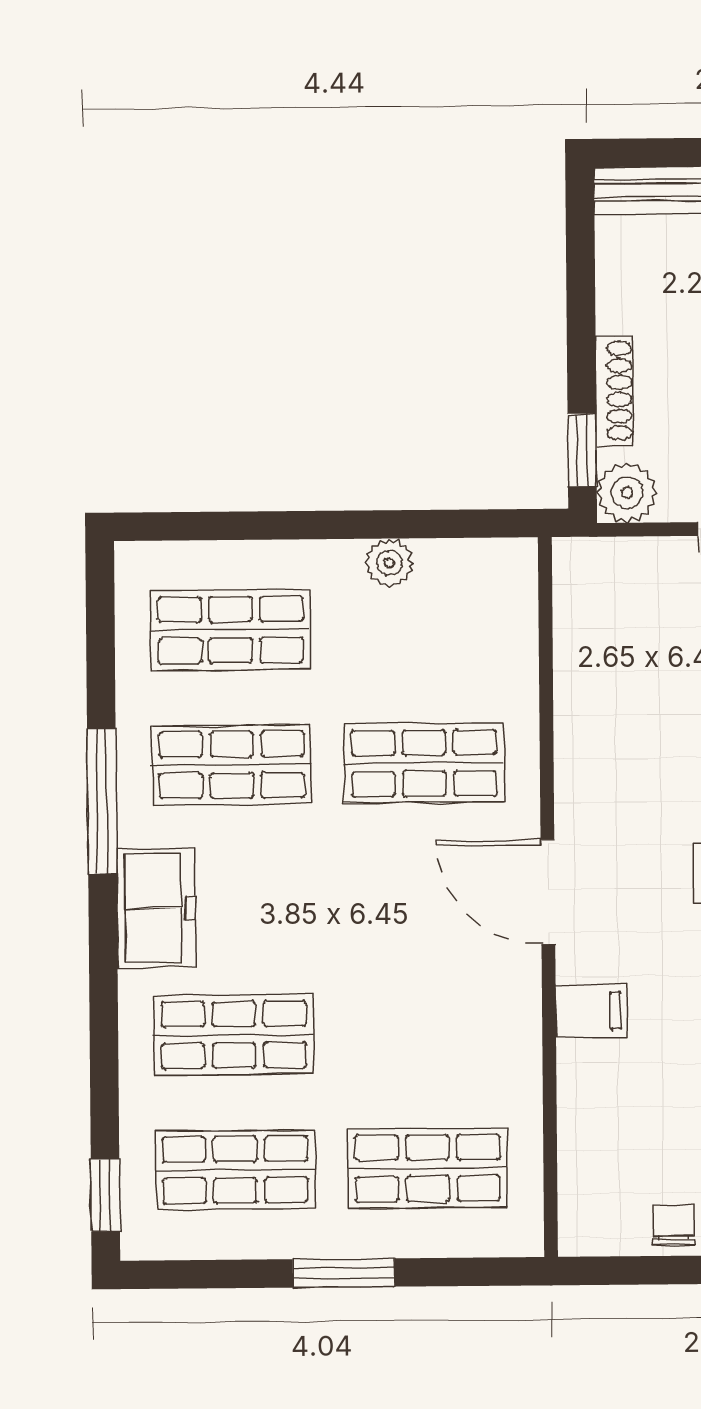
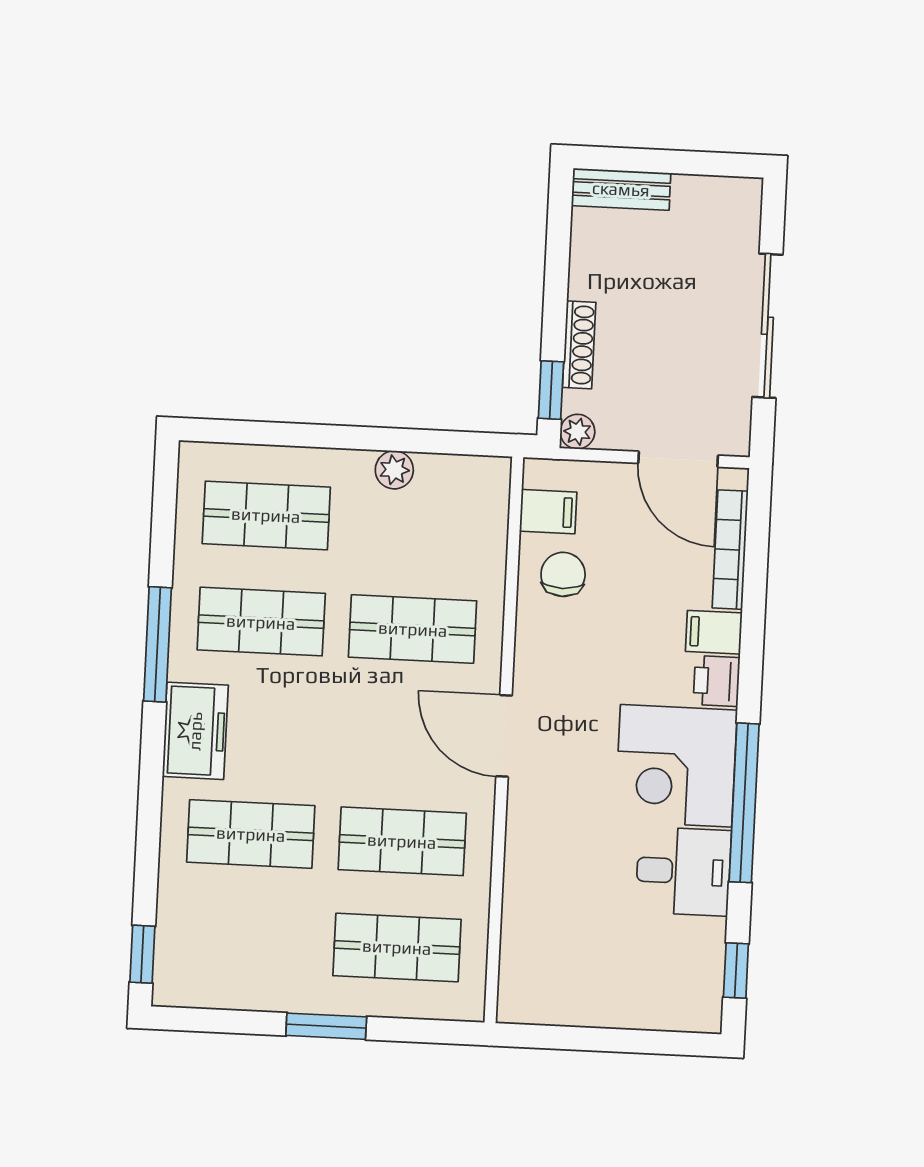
plant: (627, 493) -> (577, 432), width x0.73, depth x0.73
filing cabinet: (591, 1011) -> (548, 512), moved
shop shelf: (235, 1170) -> (402, 841), moved
chair: (674, 1225) -> (563, 574), moved, width x1.37, depth x1.37

